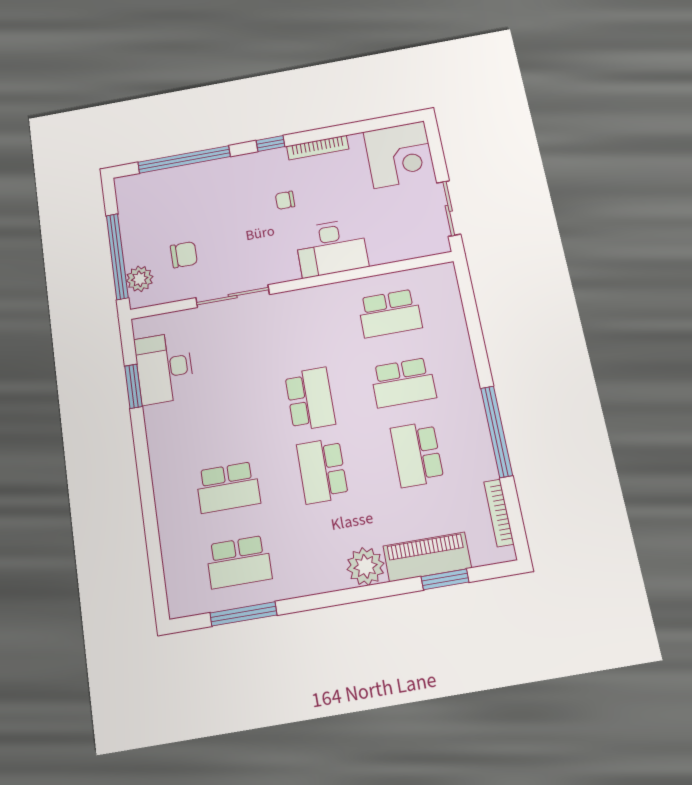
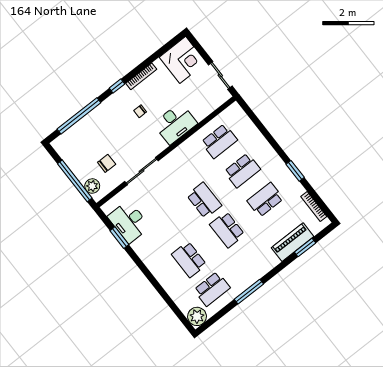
window: (497, 432) -> (295, 171), width x0.47
school desk: (417, 454) -> (265, 200), turned 90
school desk: (228, 487) -> (189, 259), turned 90
plant: (366, 566) -> (197, 316), moved
window: (243, 614) -> (249, 292), moved

